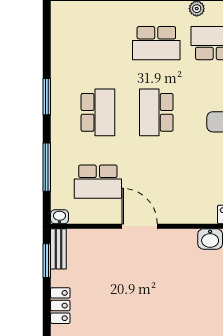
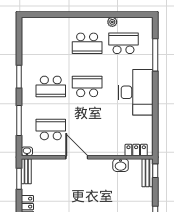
school desk: (98, 112) -> (51, 86), turned 90
school desk: (156, 112) -> (87, 86), turned 90
school desk: (98, 182) -> (51, 130), turned 180

